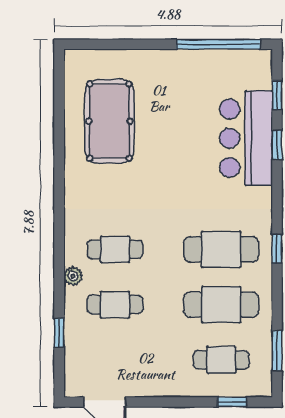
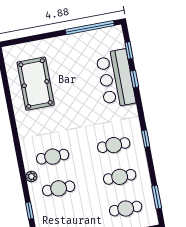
cafe table: (221, 249) -> (114, 145), width x0.73, depth x0.74
cafe table: (221, 305) -> (120, 177), width x0.73, depth x0.74

